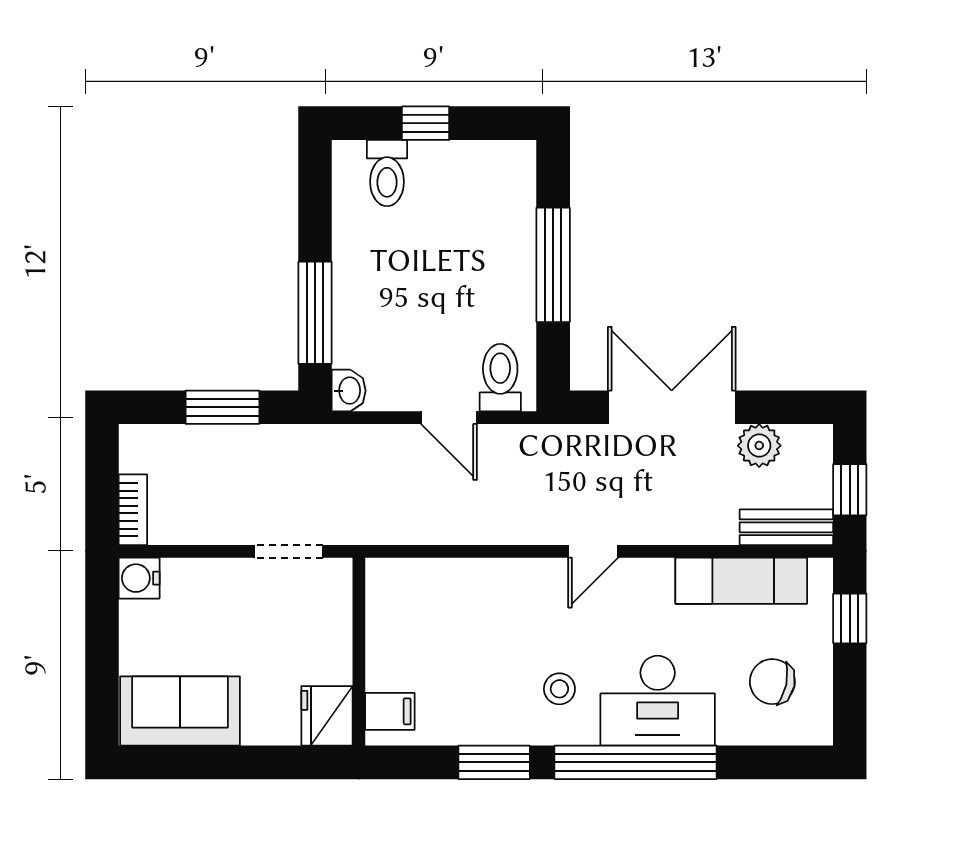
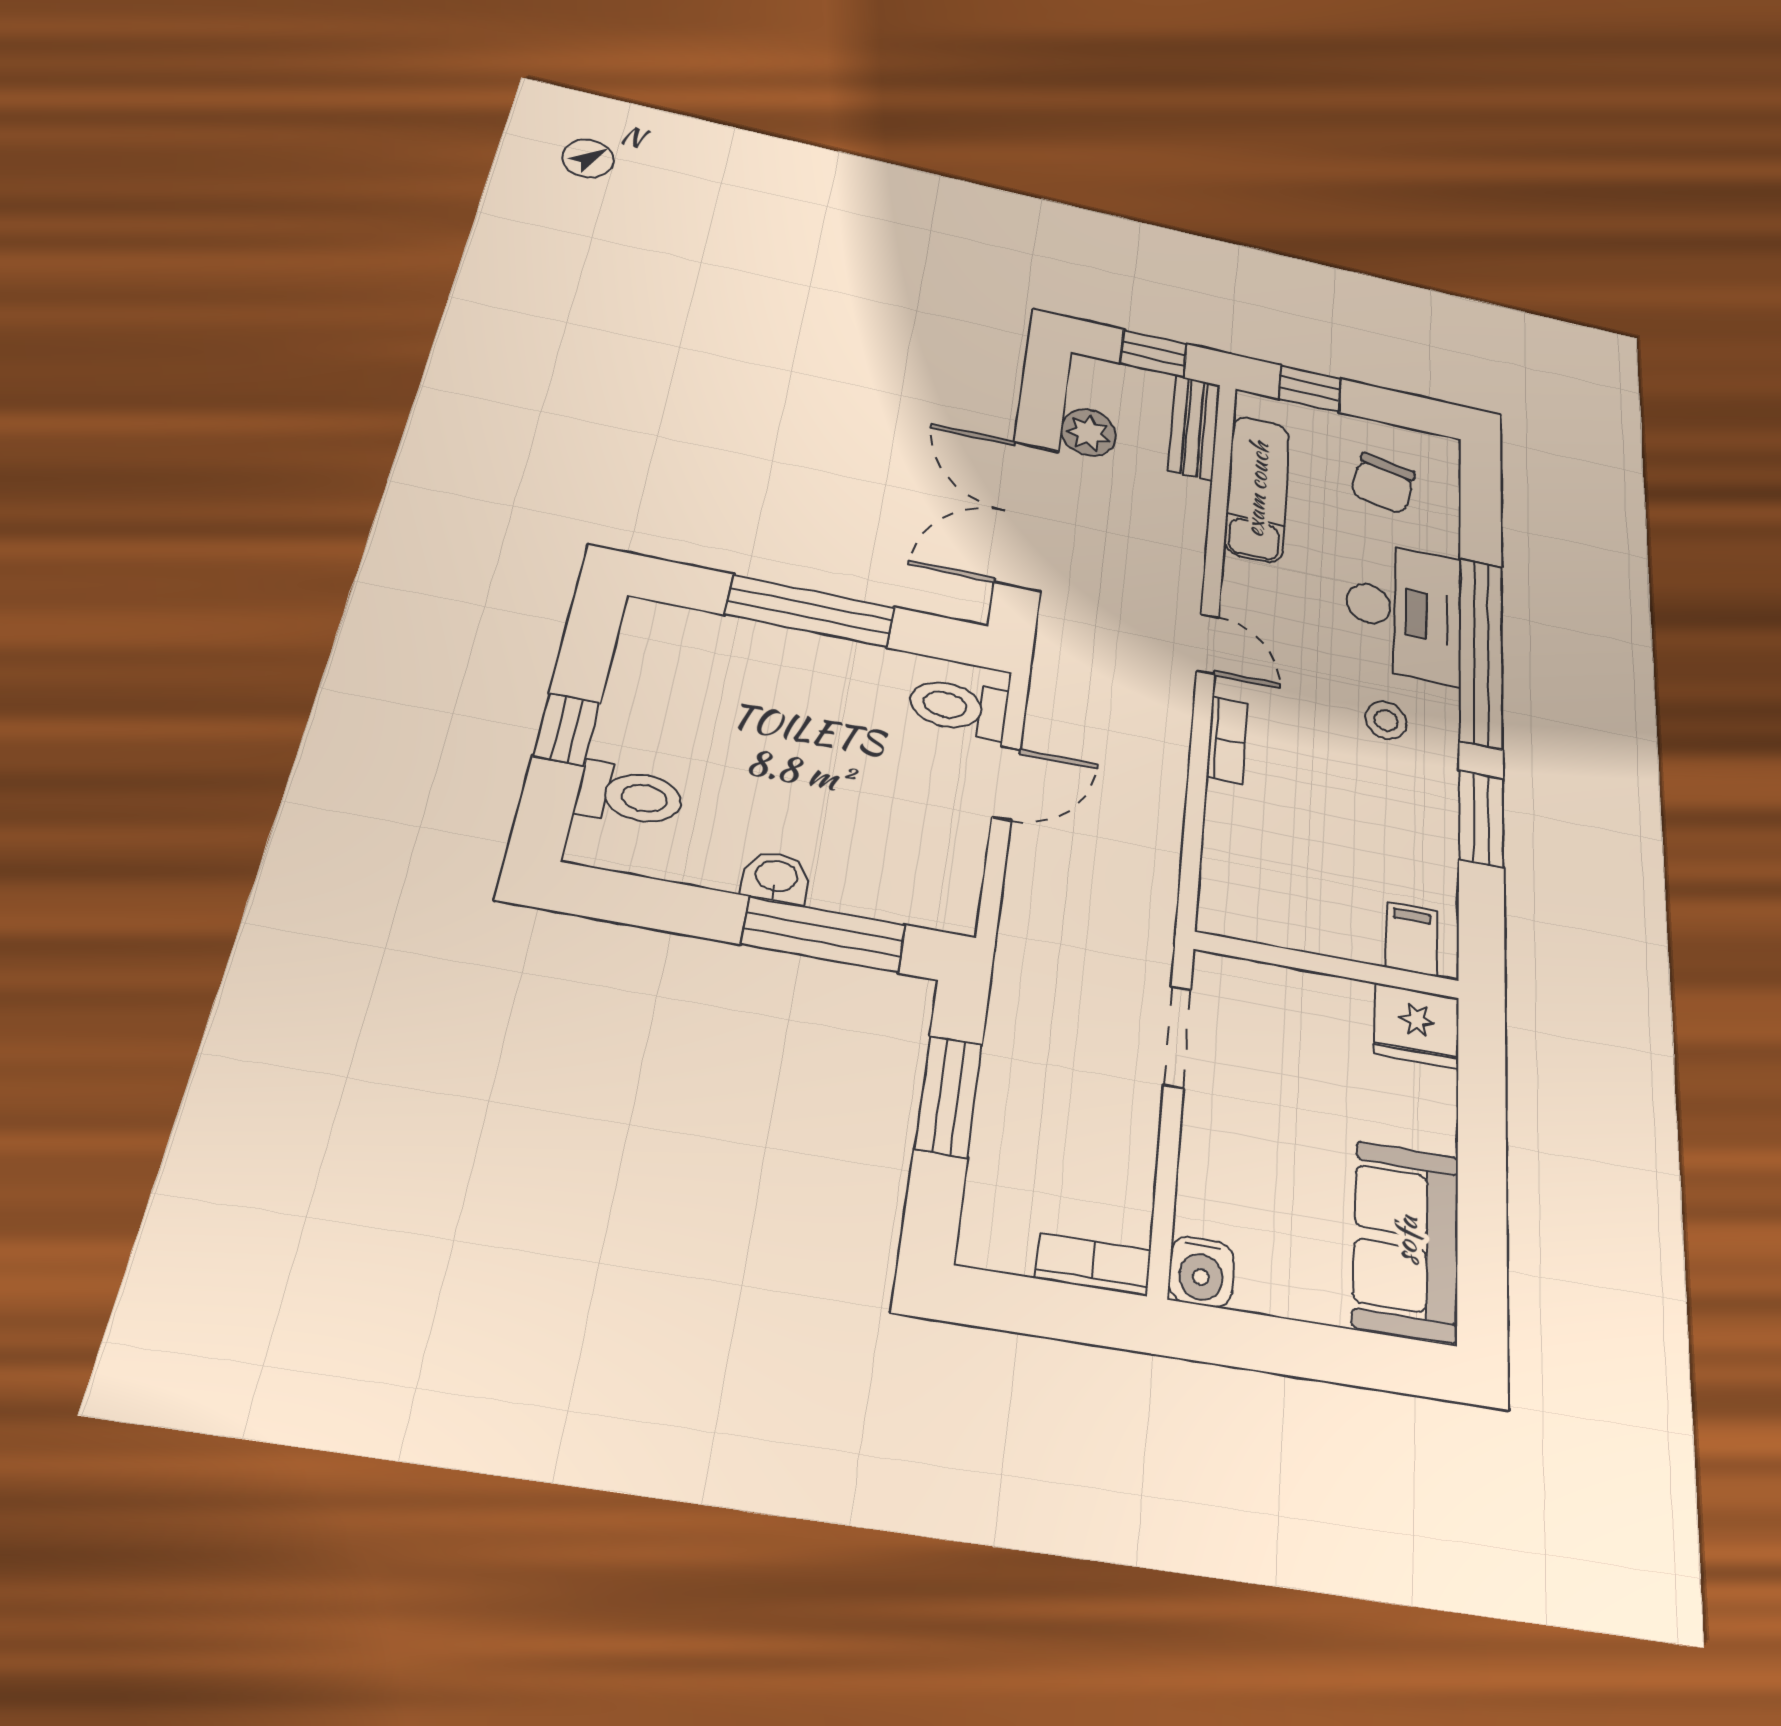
washbasin: (349, 391) -> (776, 877), moved
bookcase: (517, 571) -> (1227, 740), added

